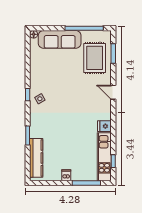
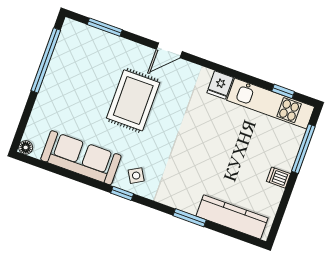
sofa: (60, 39) -> (81, 158), moved, turned -90
rug: (95, 58) -> (133, 100), moved, turned 90

